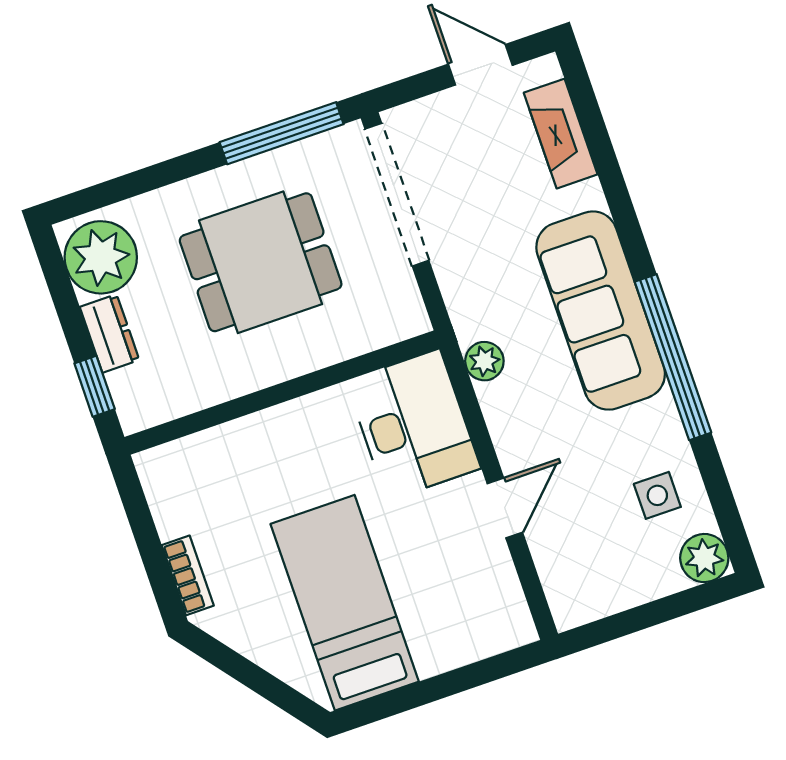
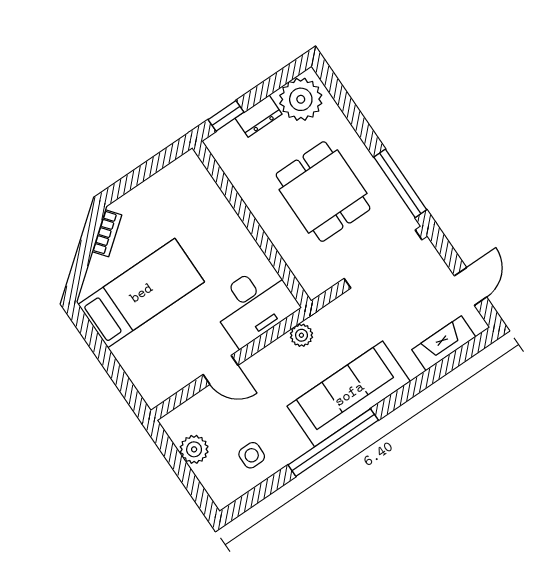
plant: (704, 558) -> (194, 449), moved
bookcase: (188, 575) -> (107, 233), moved, turned -38

